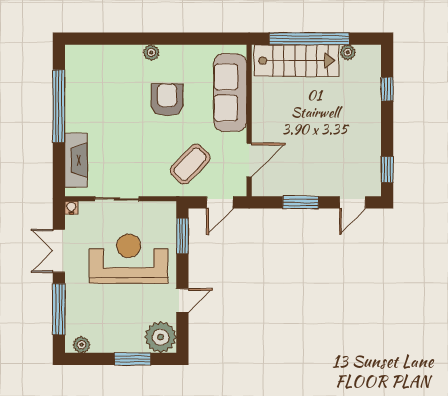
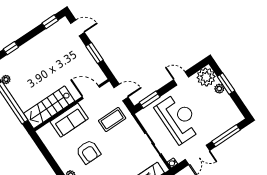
stairs: (296, 61) -> (49, 107), moved, turned -90
sofa: (230, 93) -> (69, 120), width x0.73
armchair: (167, 100) -> (88, 152), turned -90
coffee table: (190, 164) -> (112, 119), turned -44
reception desk: (129, 259) -> (178, 118), turned 180
plant: (82, 345) -> (219, 89), moved

